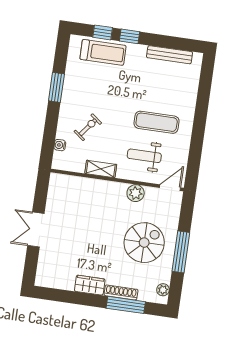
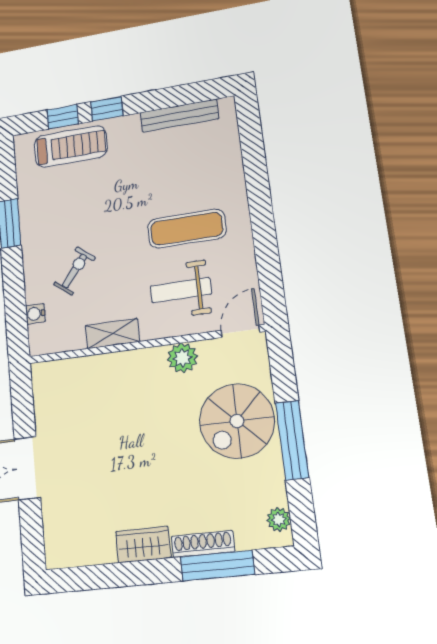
spiral stairs: (144, 243) -> (237, 421), moved, turned 180

